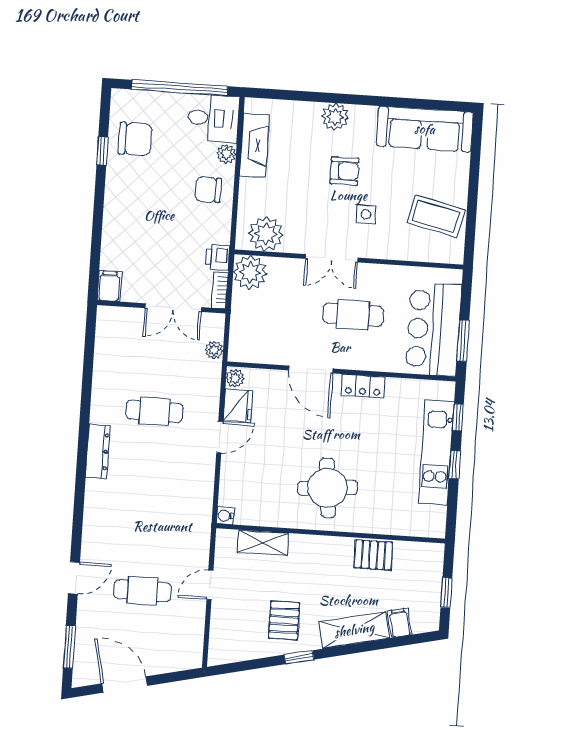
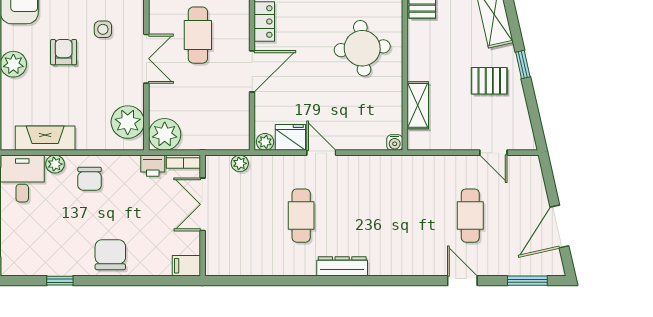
chair: (135, 139) -> (110, 255), moved
double door: (173, 308) -> (203, 204), swing flipped
door: (210, 585) -> (493, 153), moved

